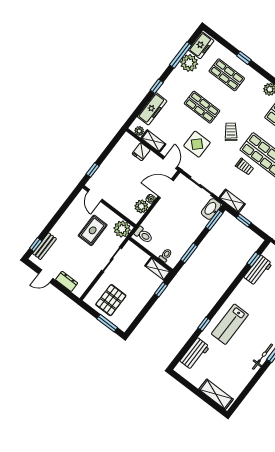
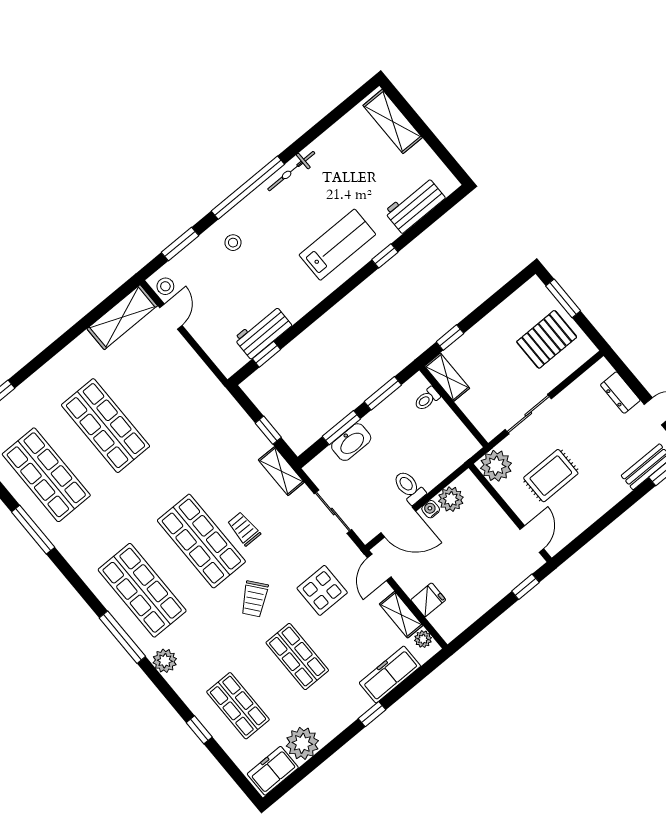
window: (181, 55) -> (315, 762), removed
washbasin: (211, 209) -> (351, 442), moved
window: (214, 220) -> (341, 428), moved
toilet: (143, 235) -> (409, 487), moved

